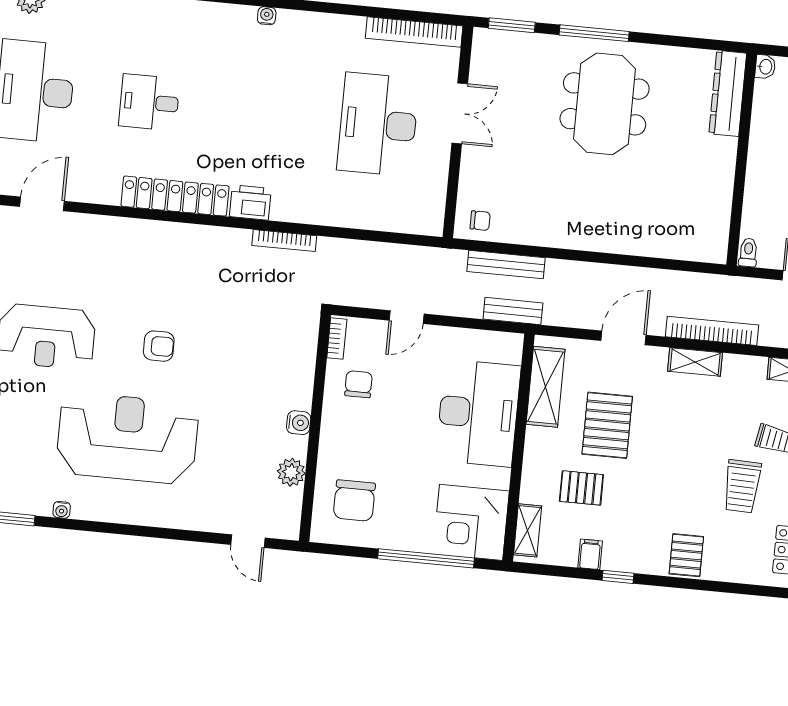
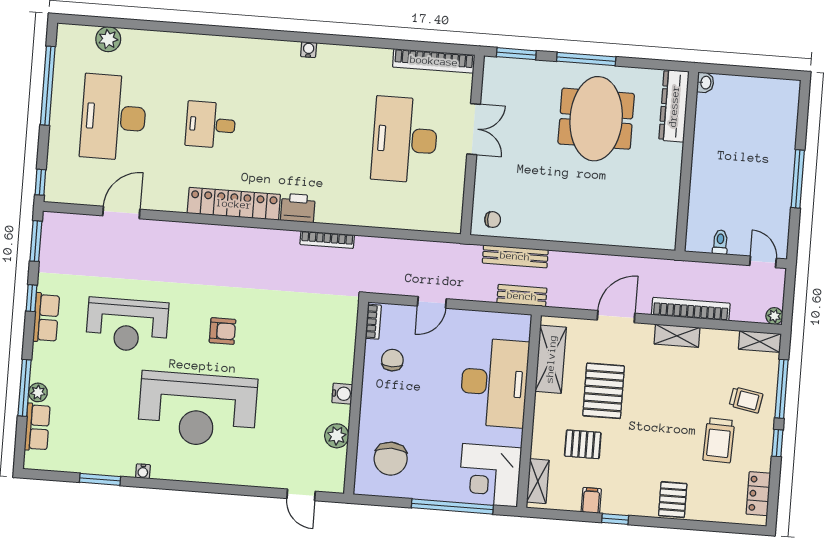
washbasin: (765, 67) -> (705, 83), moved
dresser: (728, 93) -> (674, 106), moved
wall: (742, 159) -> (687, 161), moved
reception desk: (127, 438) -> (197, 410), turned 180

